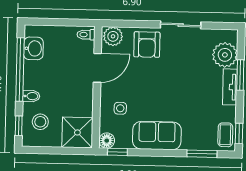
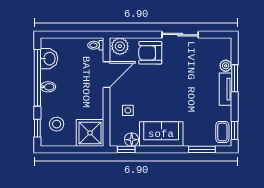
armchair: (147, 45) -> (150, 53), turned 90
plant: (225, 55) -> (226, 66), width x0.53, depth x0.53
bidet: (31, 96) -> (48, 87), moved
floor lamp: (107, 141) -> (132, 140), moved

